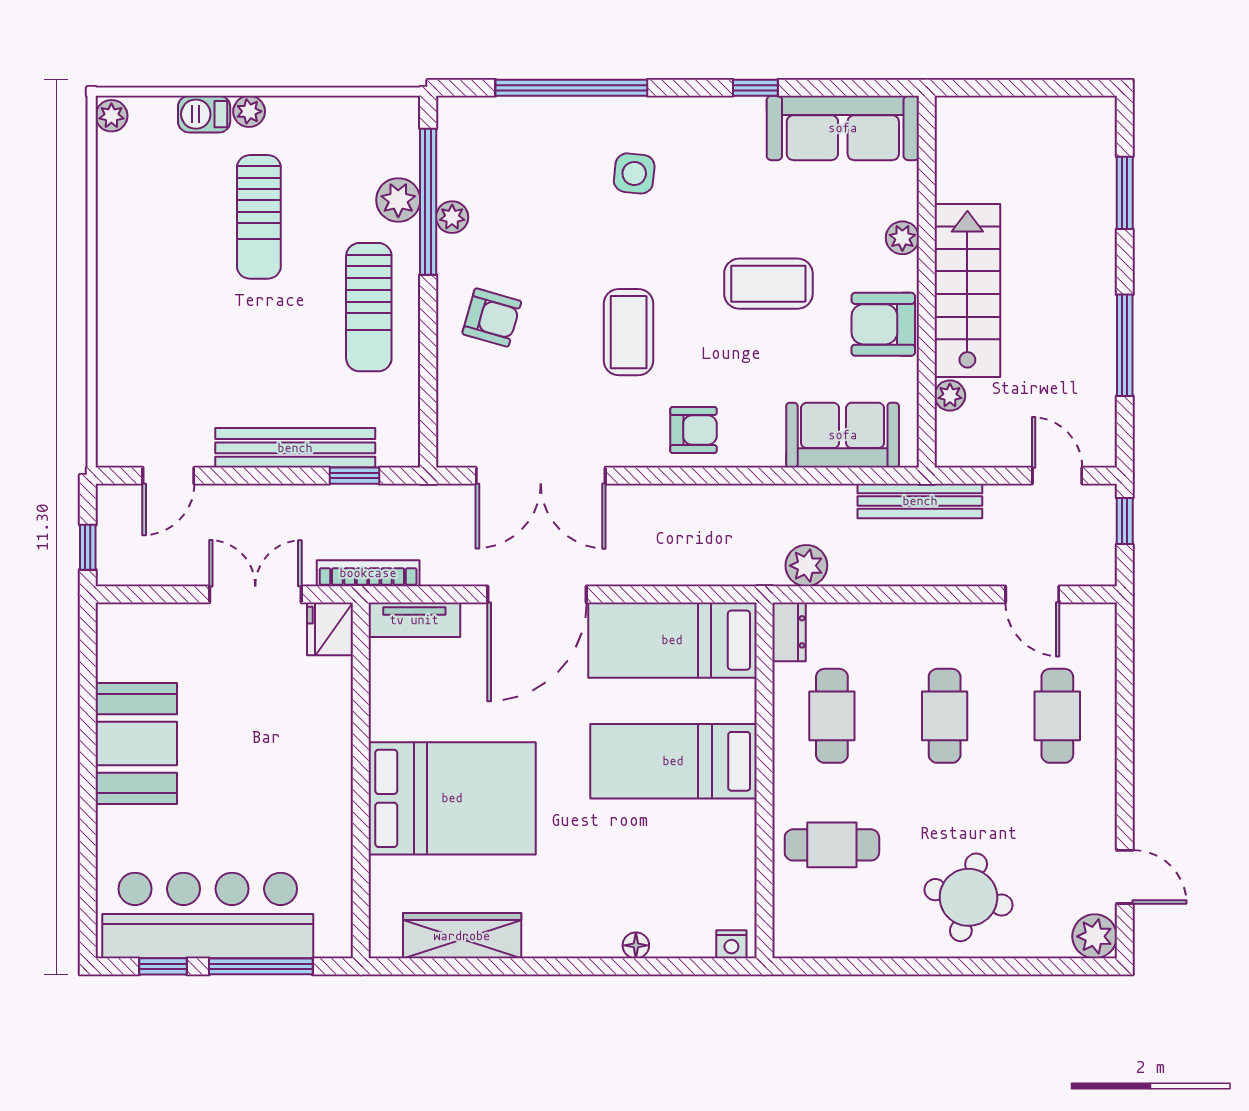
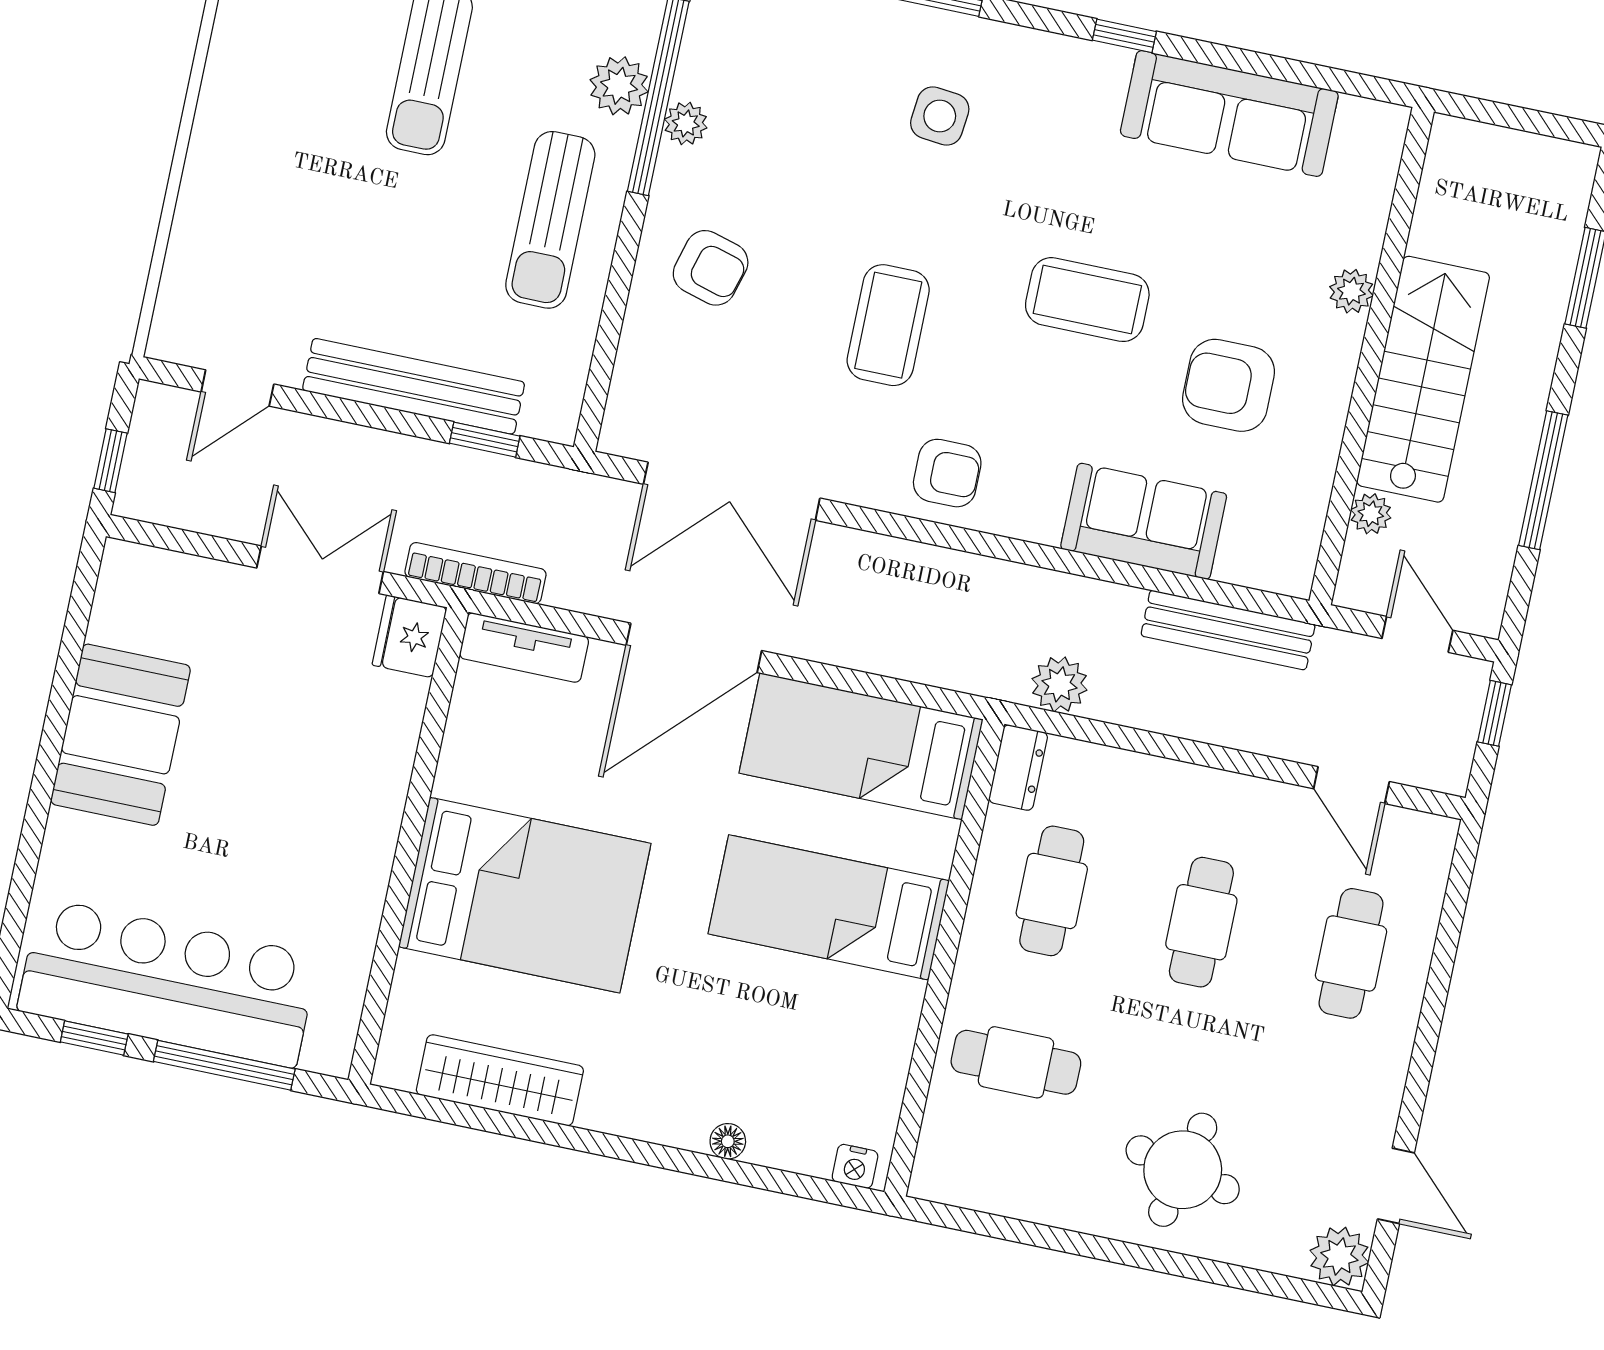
plant: (902, 238) -> (1351, 291), moved
wall: (927, 282) -> (1372, 356), moved
stairs: (967, 291) -> (1423, 379), moved
plant: (950, 396) -> (1371, 514), moved

